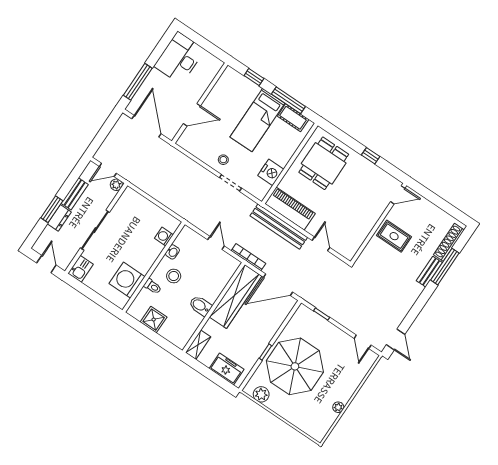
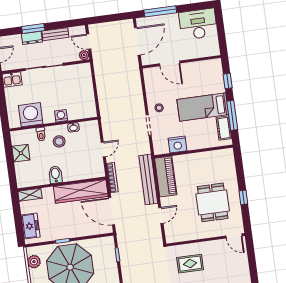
dining table: (324, 163) -> (213, 202), moved, turned 90
rug: (394, 236) -> (190, 264), moved, turned 90
washing machine: (164, 237) -> (61, 116), moved

